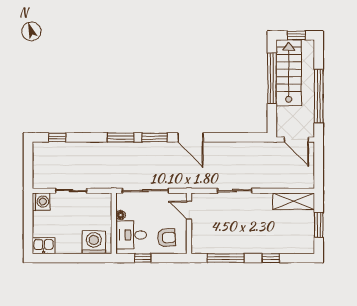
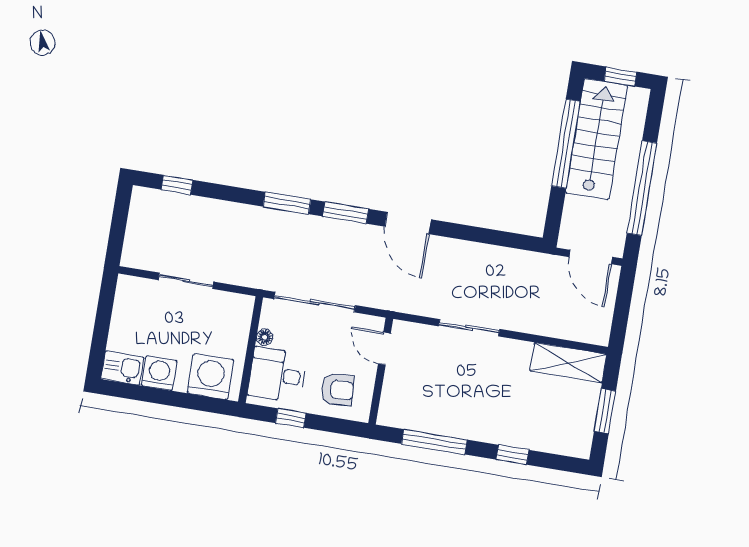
washing machine: (41, 202) -> (159, 373), moved, turned -90

